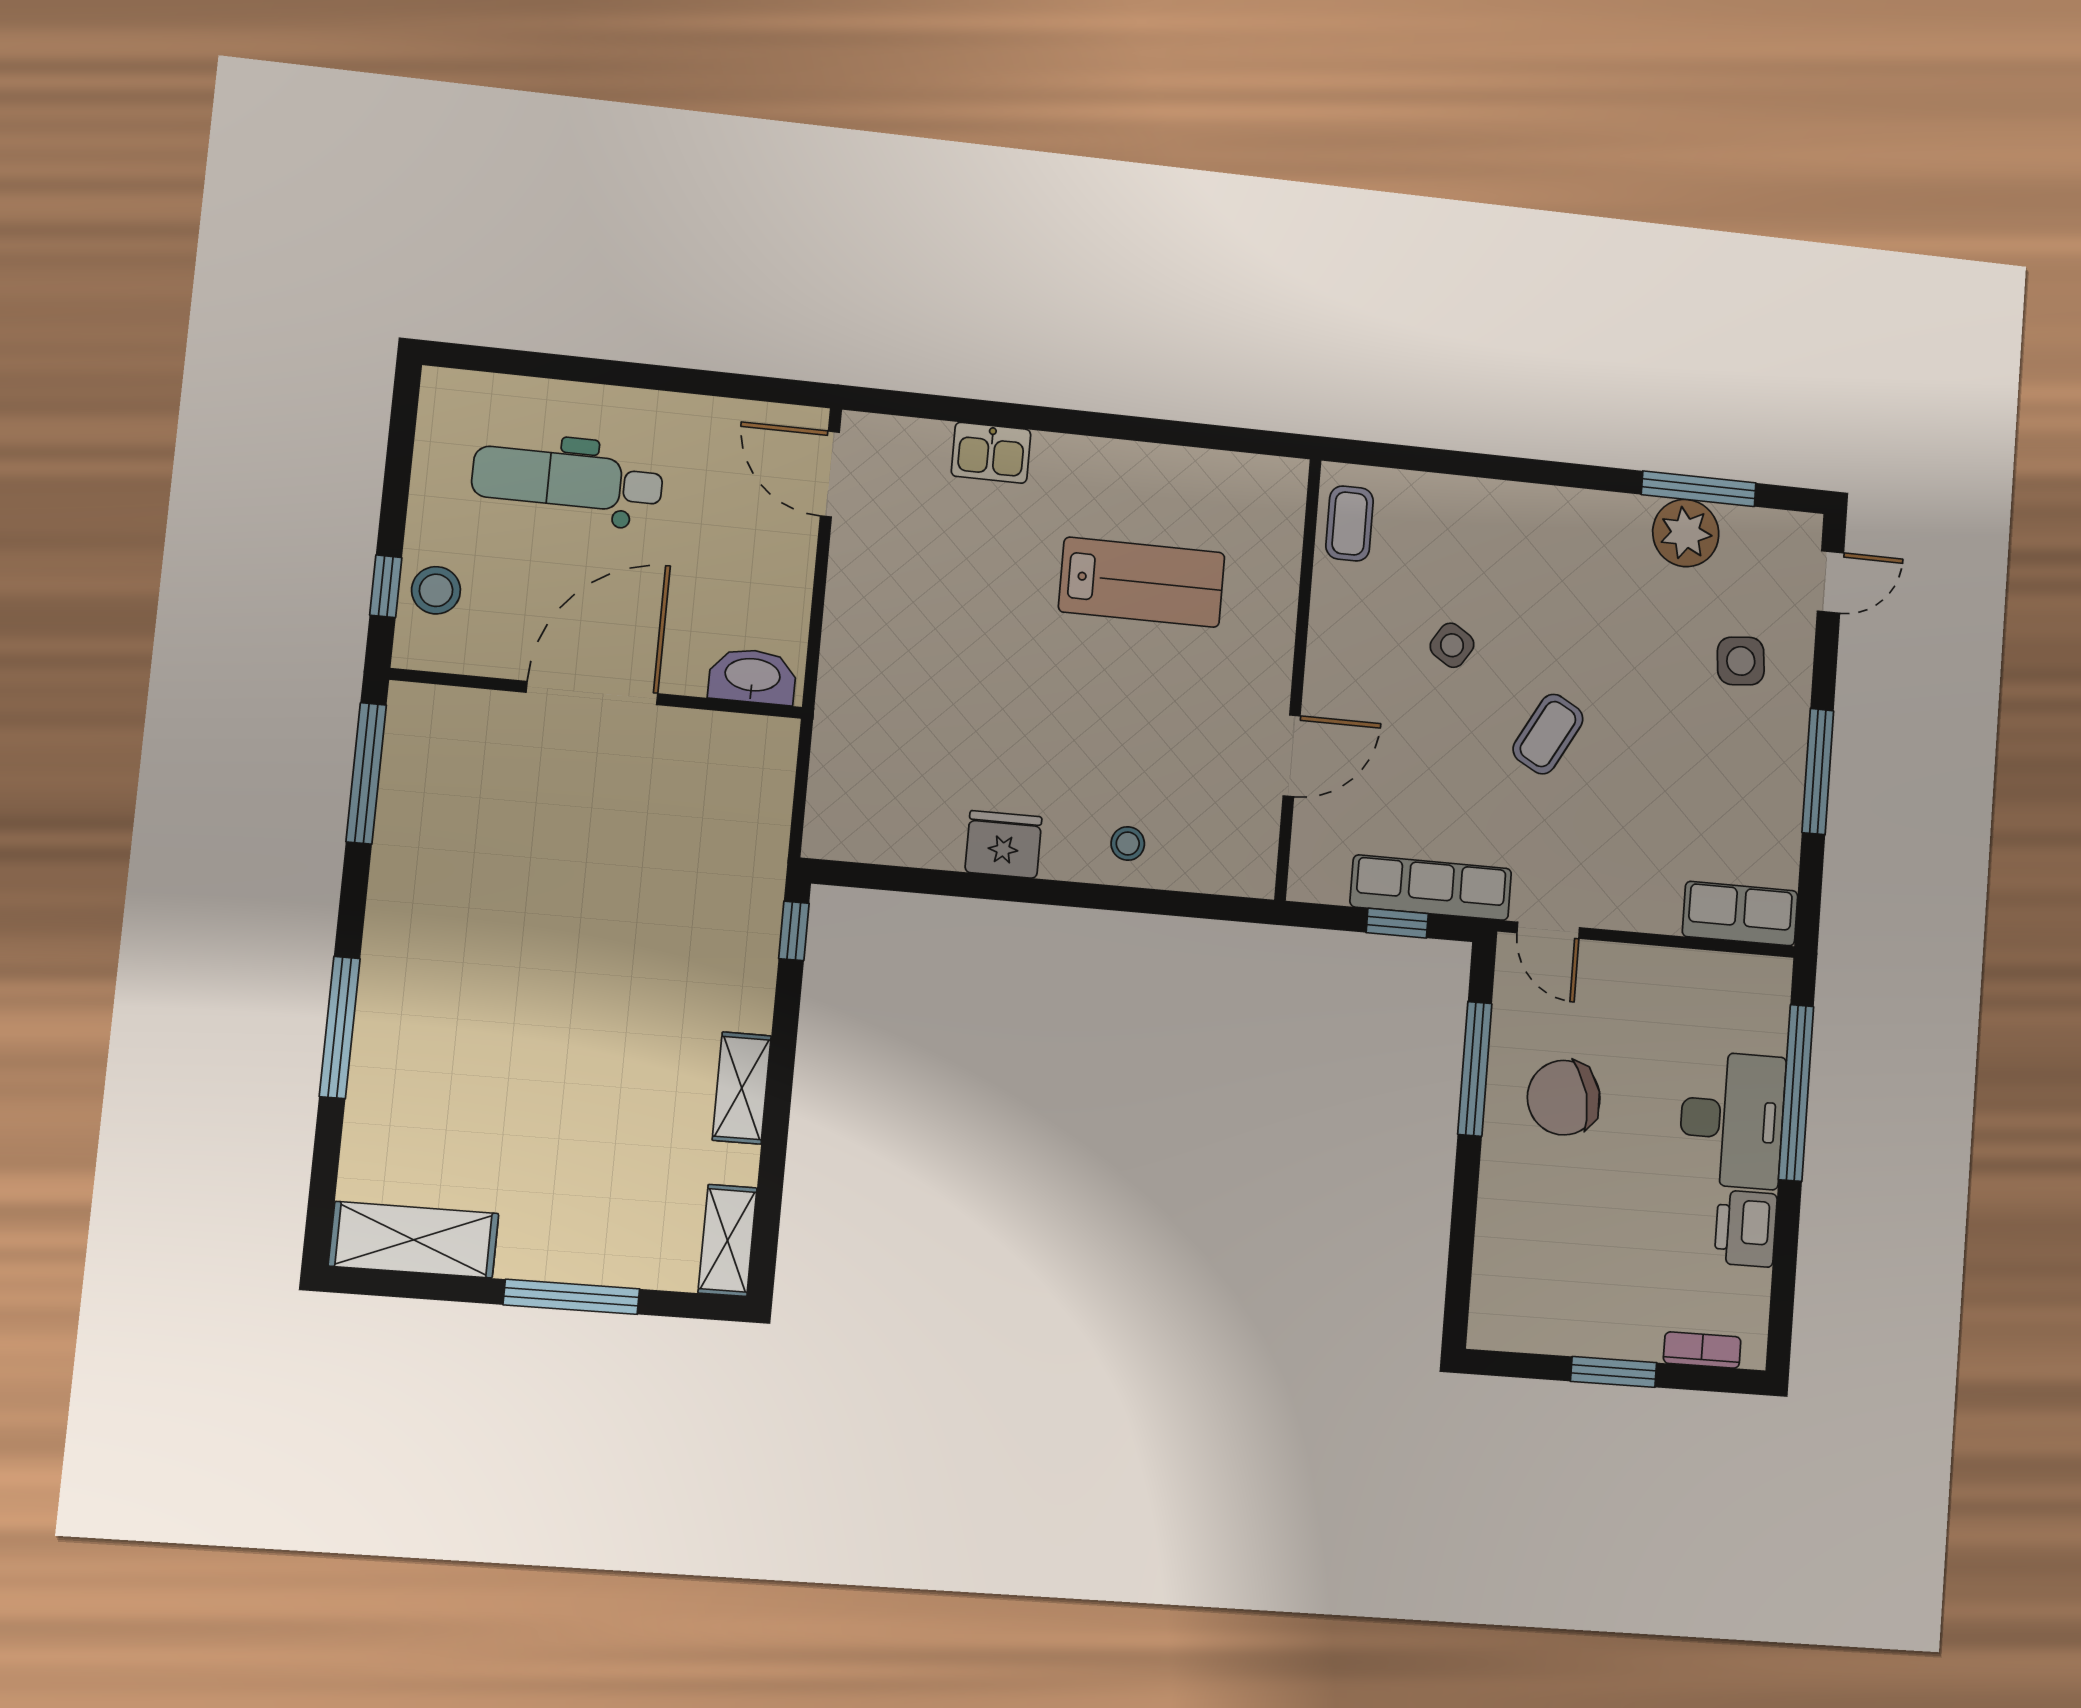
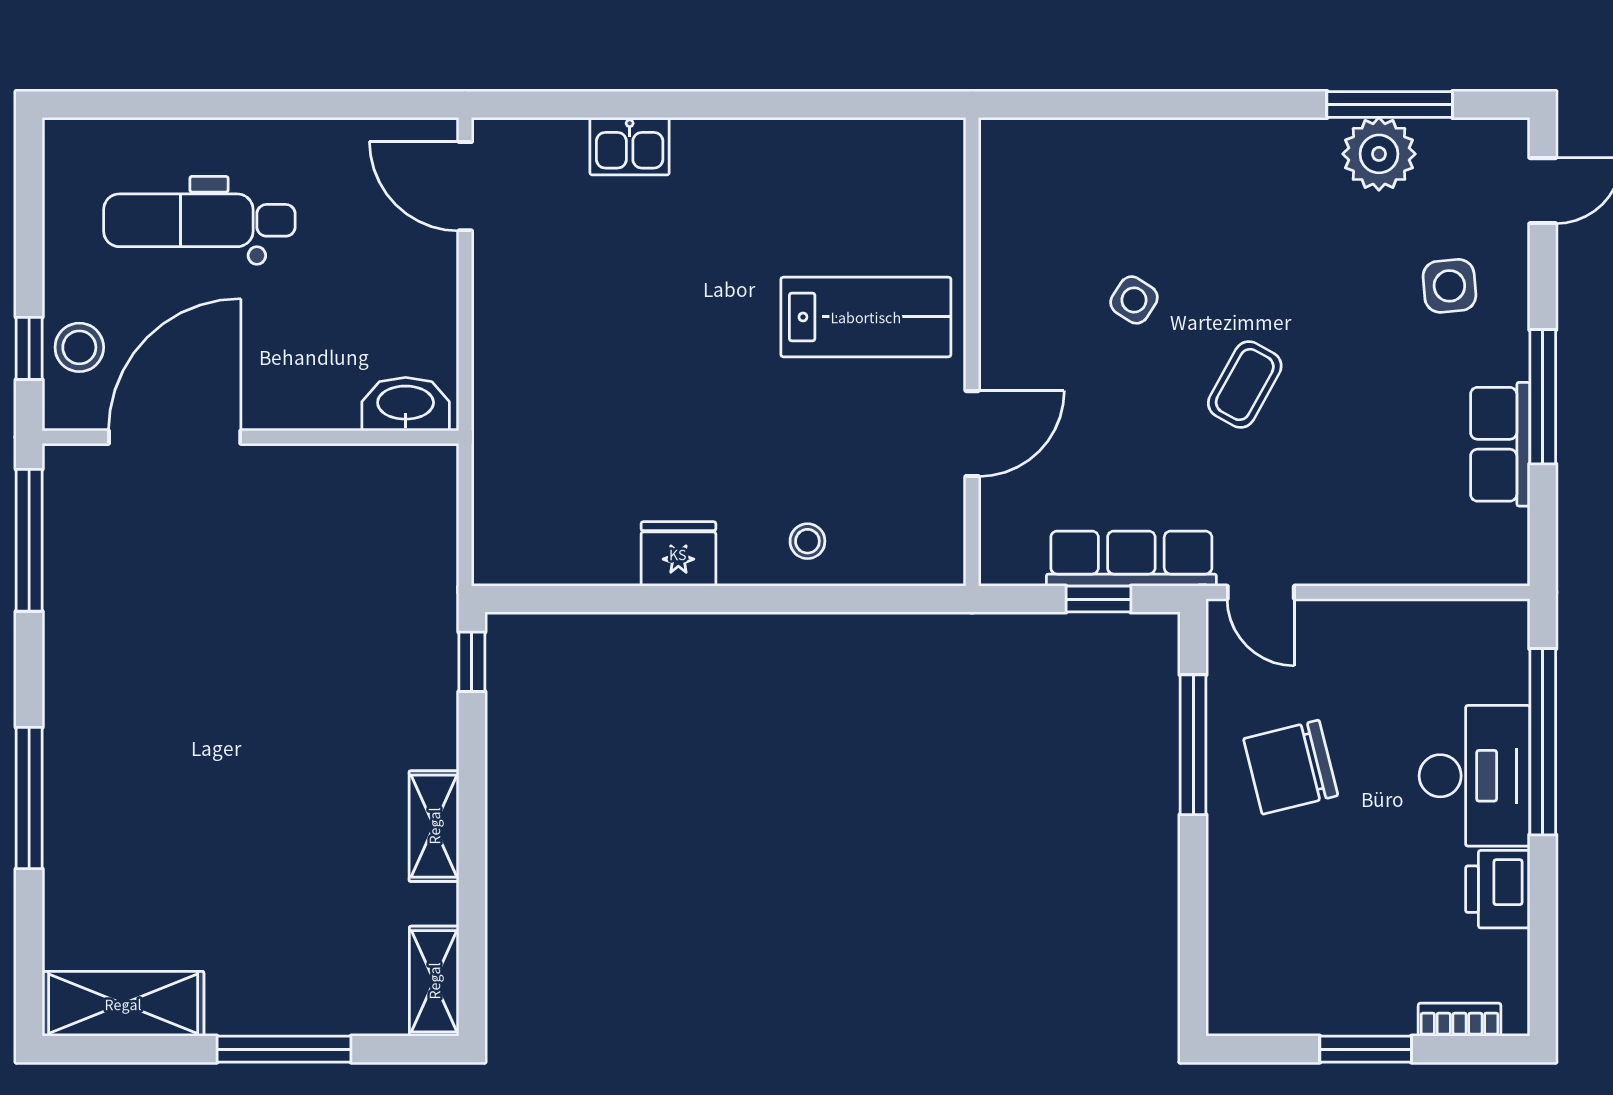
coffee table: (1350, 523) -> (1014, 181), removed
lab bench: (1142, 582) -> (866, 317), moved
door: (592, 693) -> (175, 437), moved
row of seats: (1740, 914) -> (1500, 444), moved, turned -90

